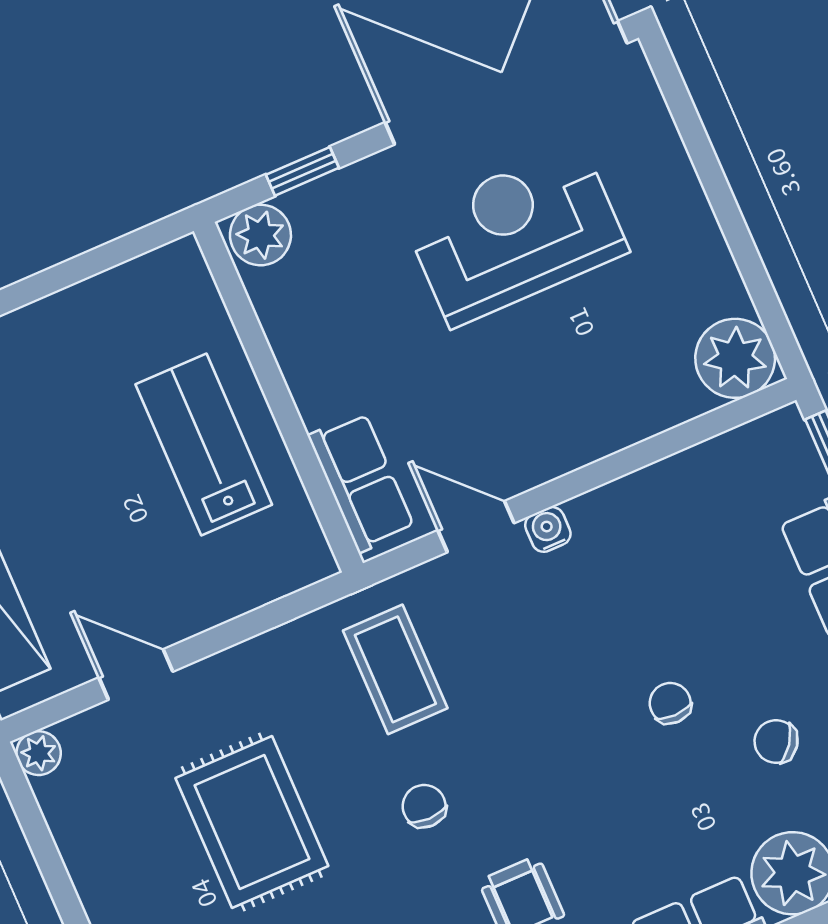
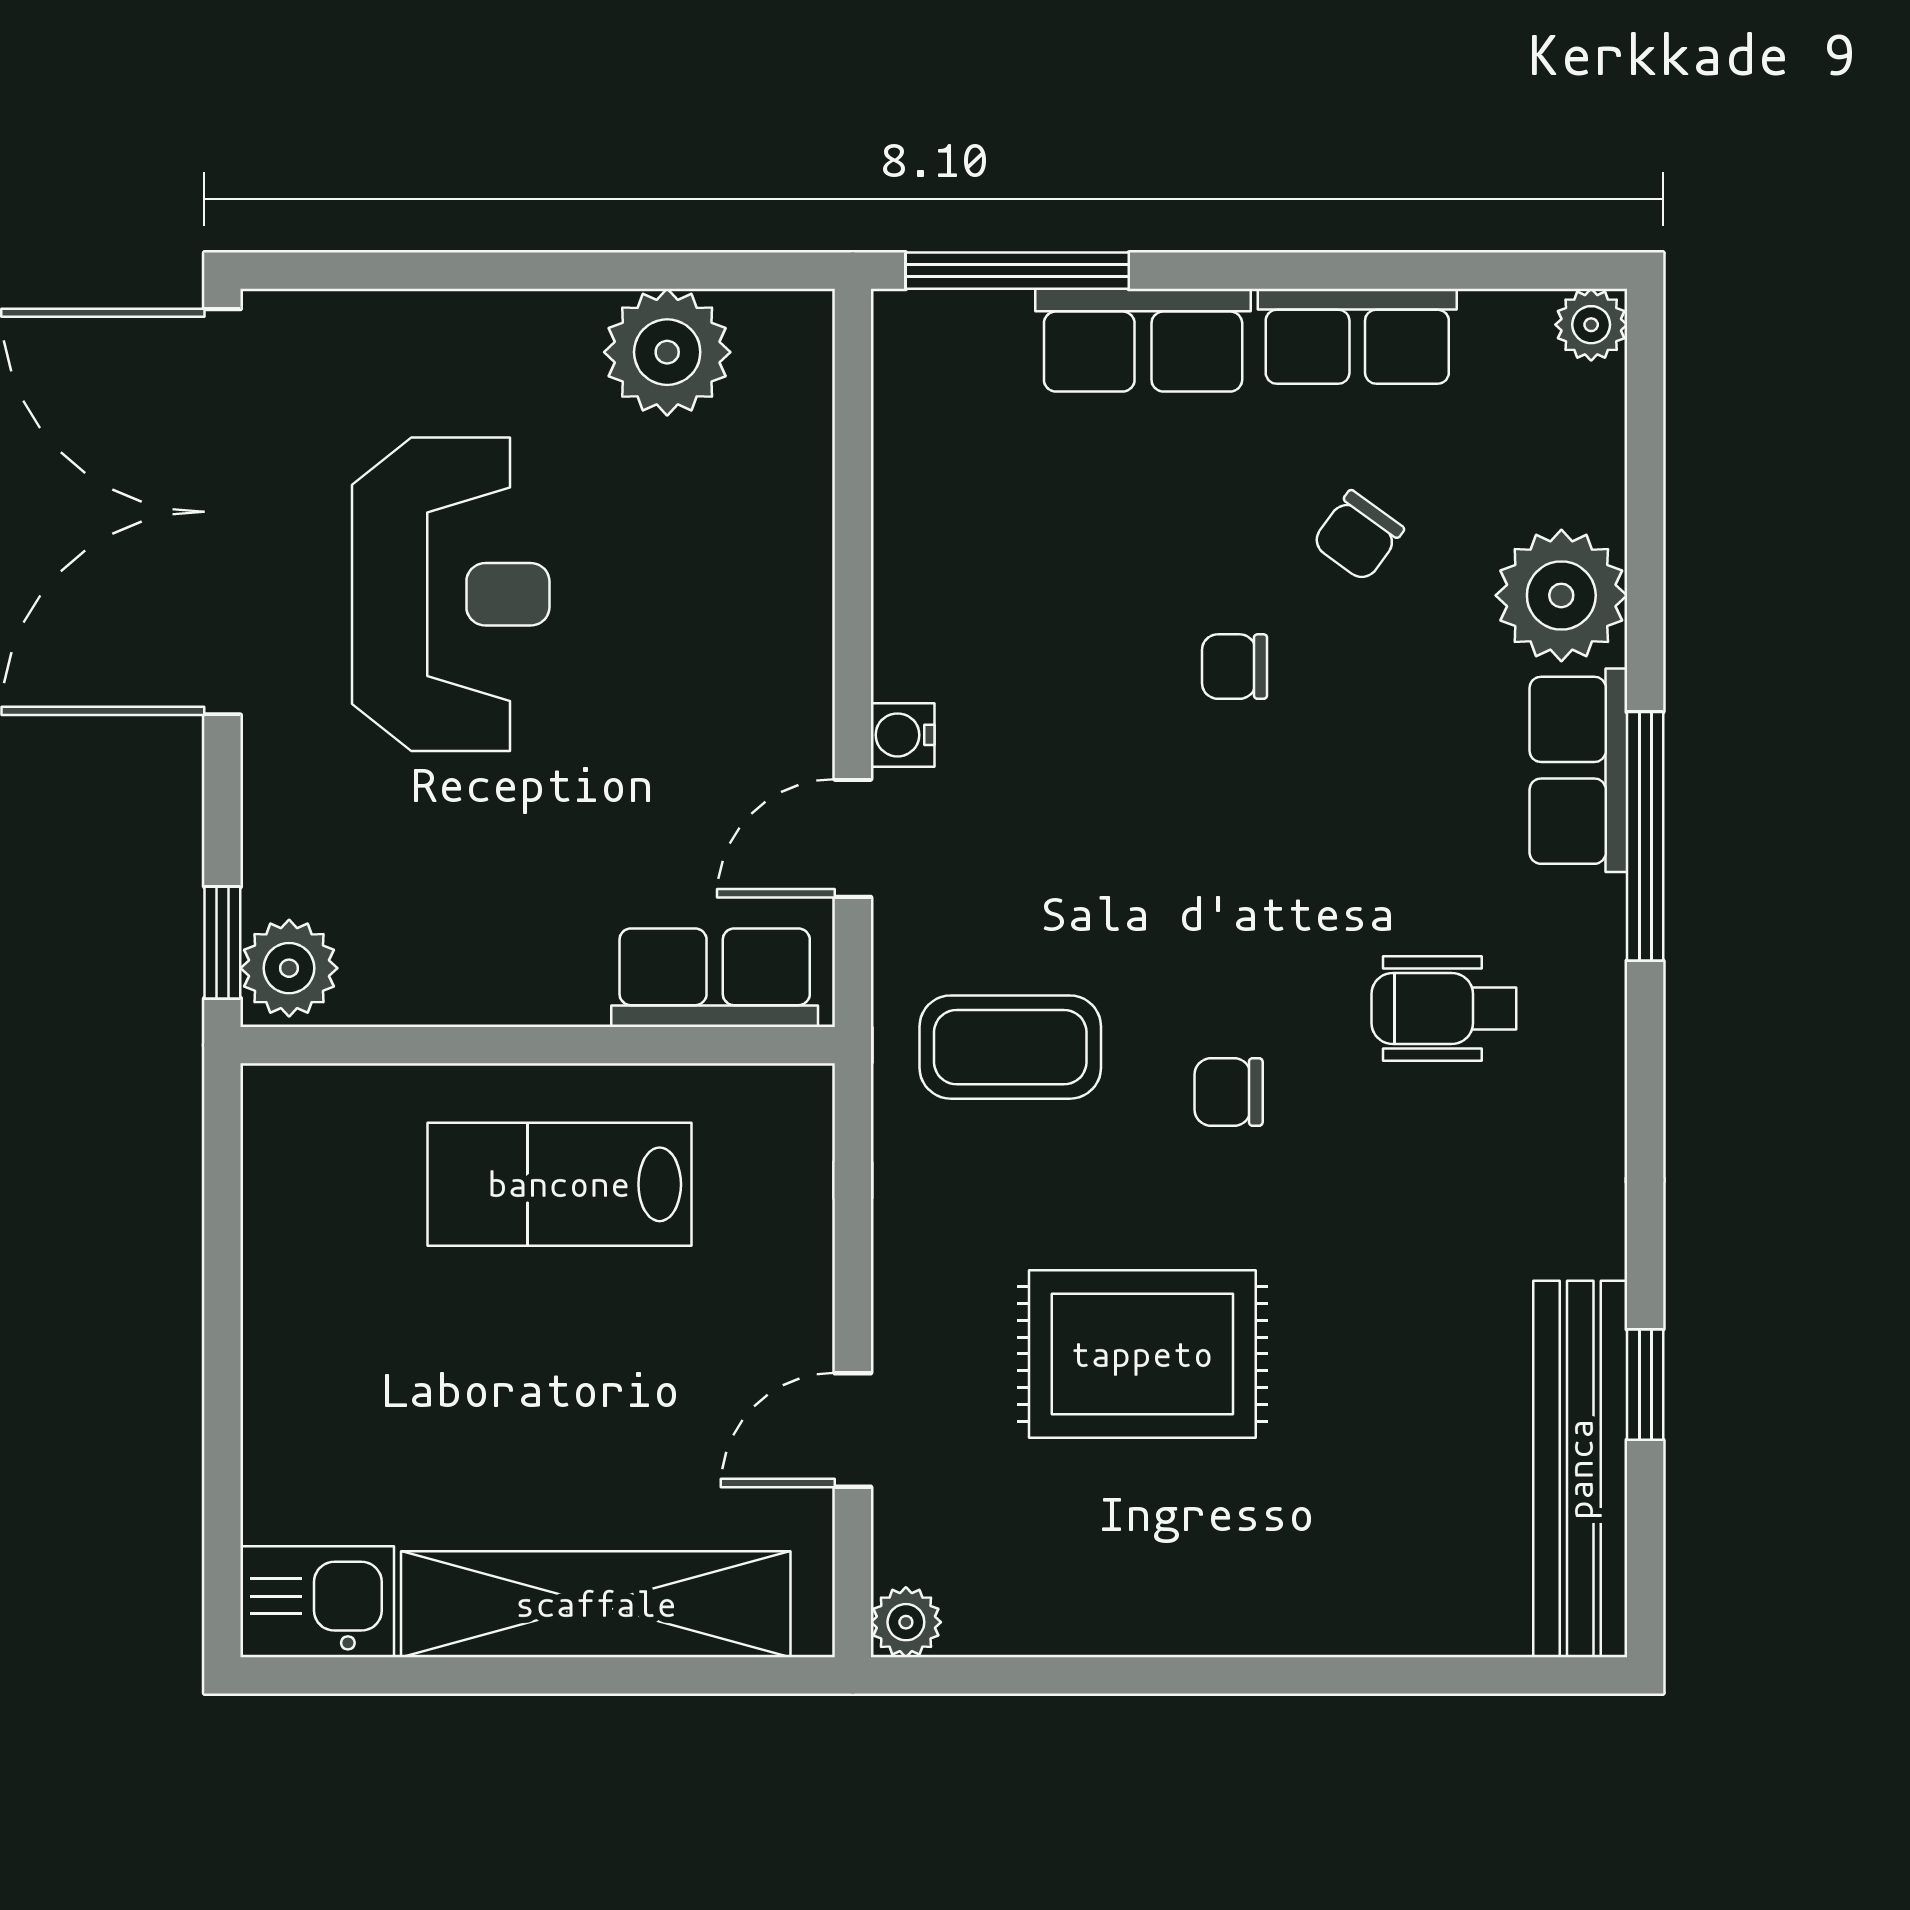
window: (302, 171) -> (222, 943), moved
reception desk: (516, 235) -> (451, 594), turned 180
plant: (735, 358) -> (667, 352), moved

